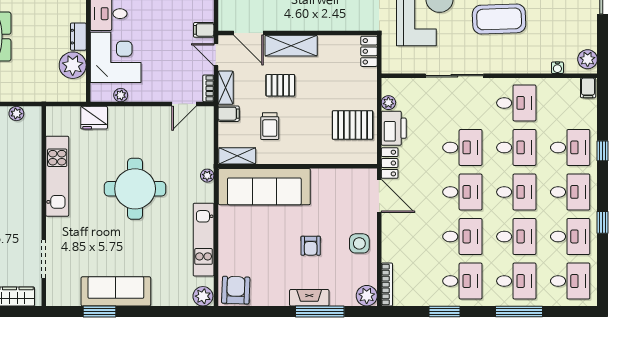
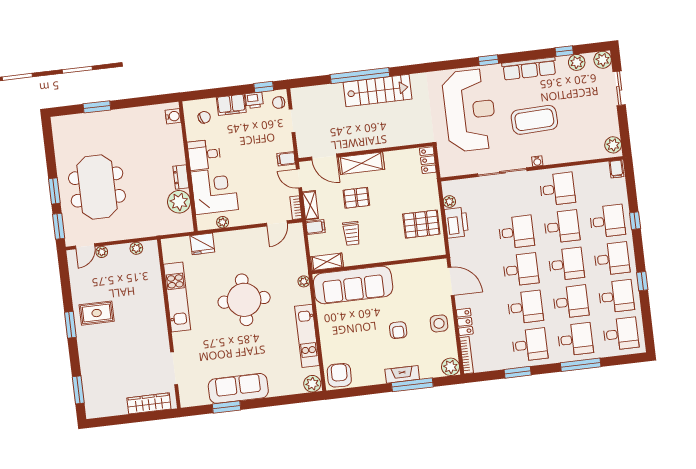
water cooler: (557, 68) -> (537, 161), moved
locker: (390, 163) -> (465, 322), moved

